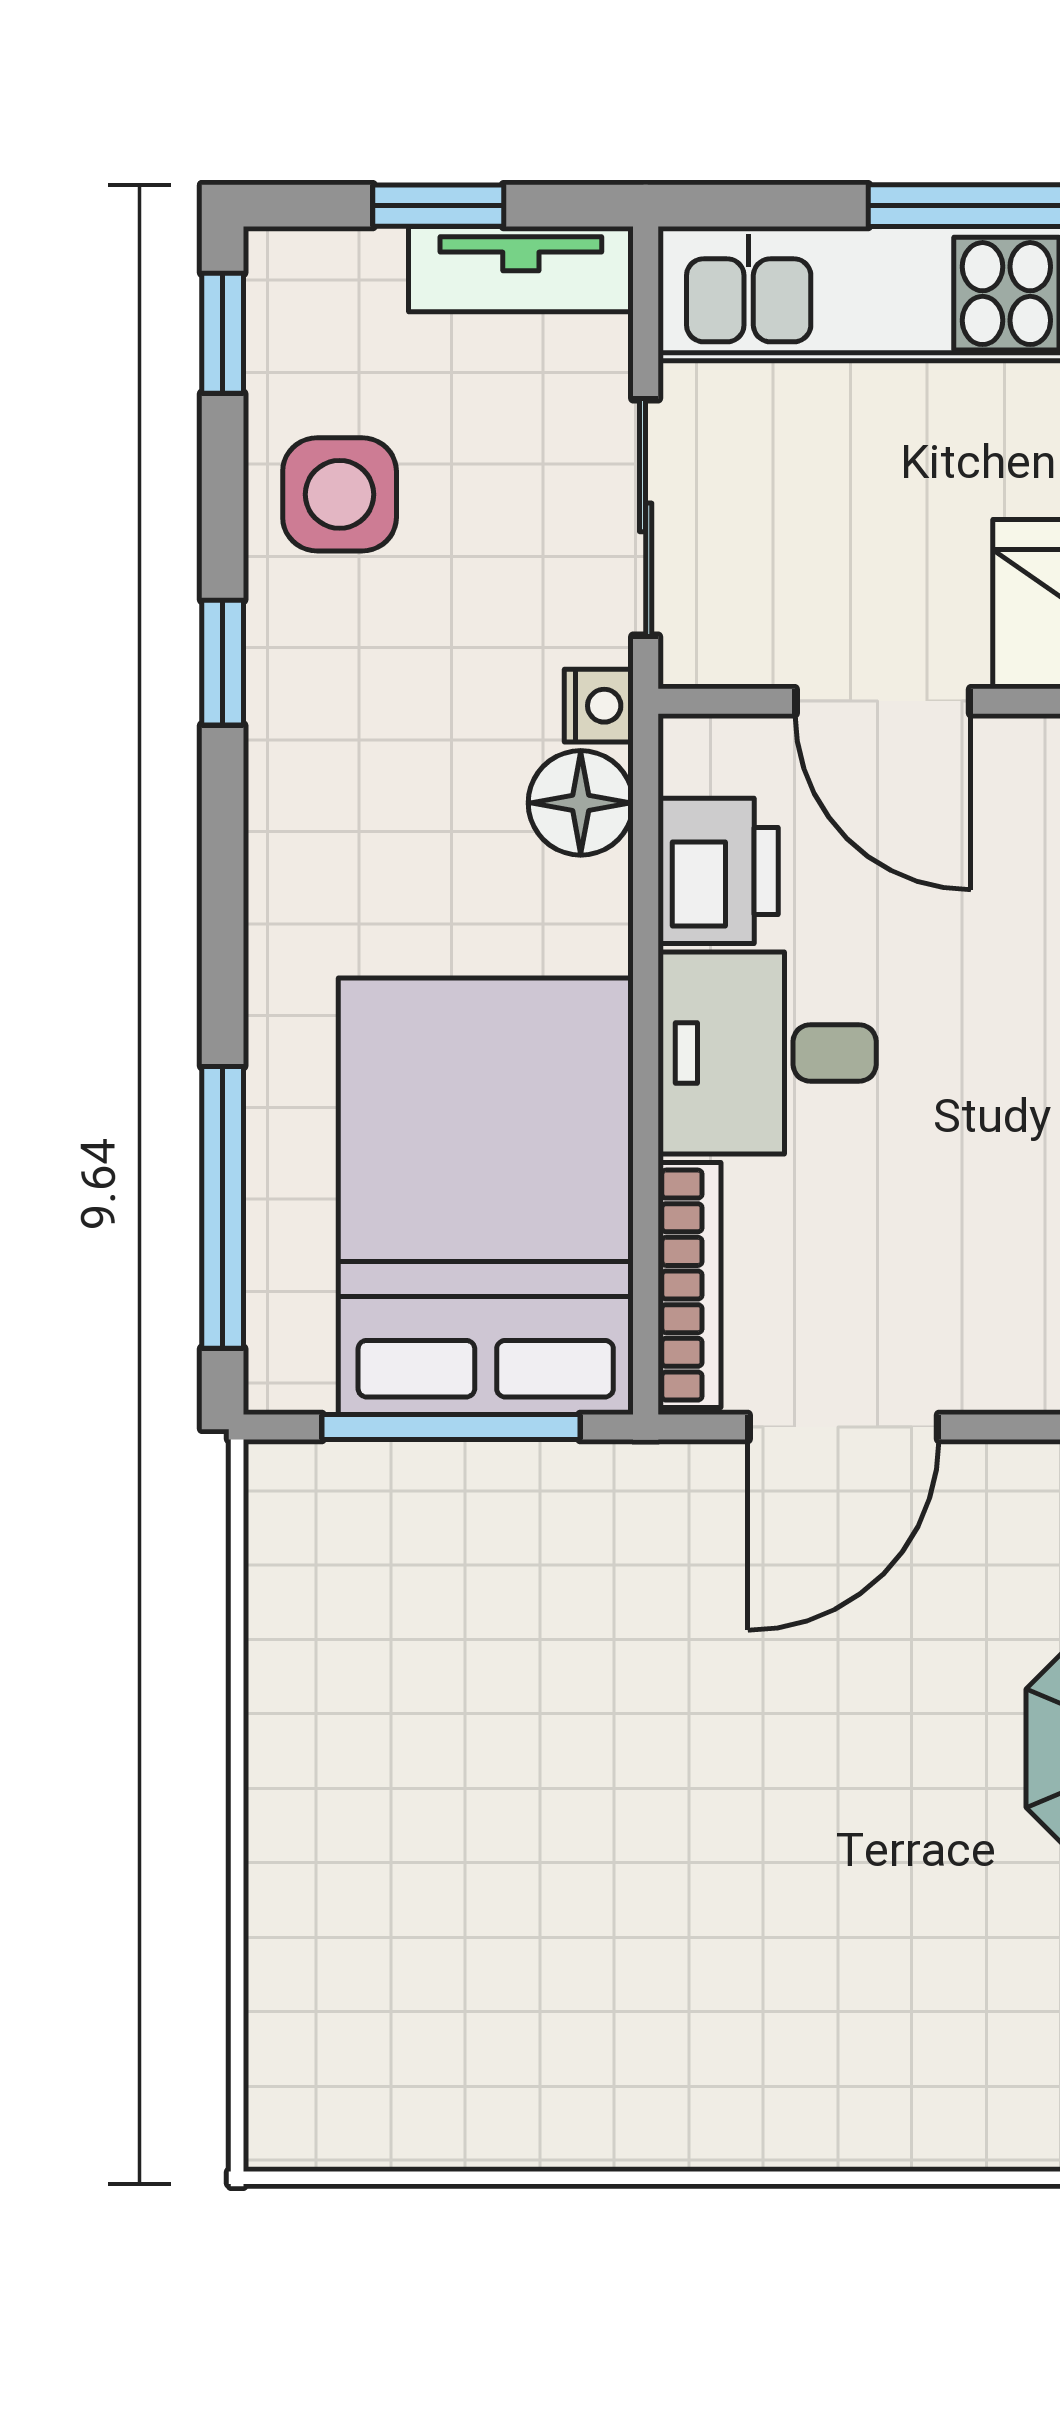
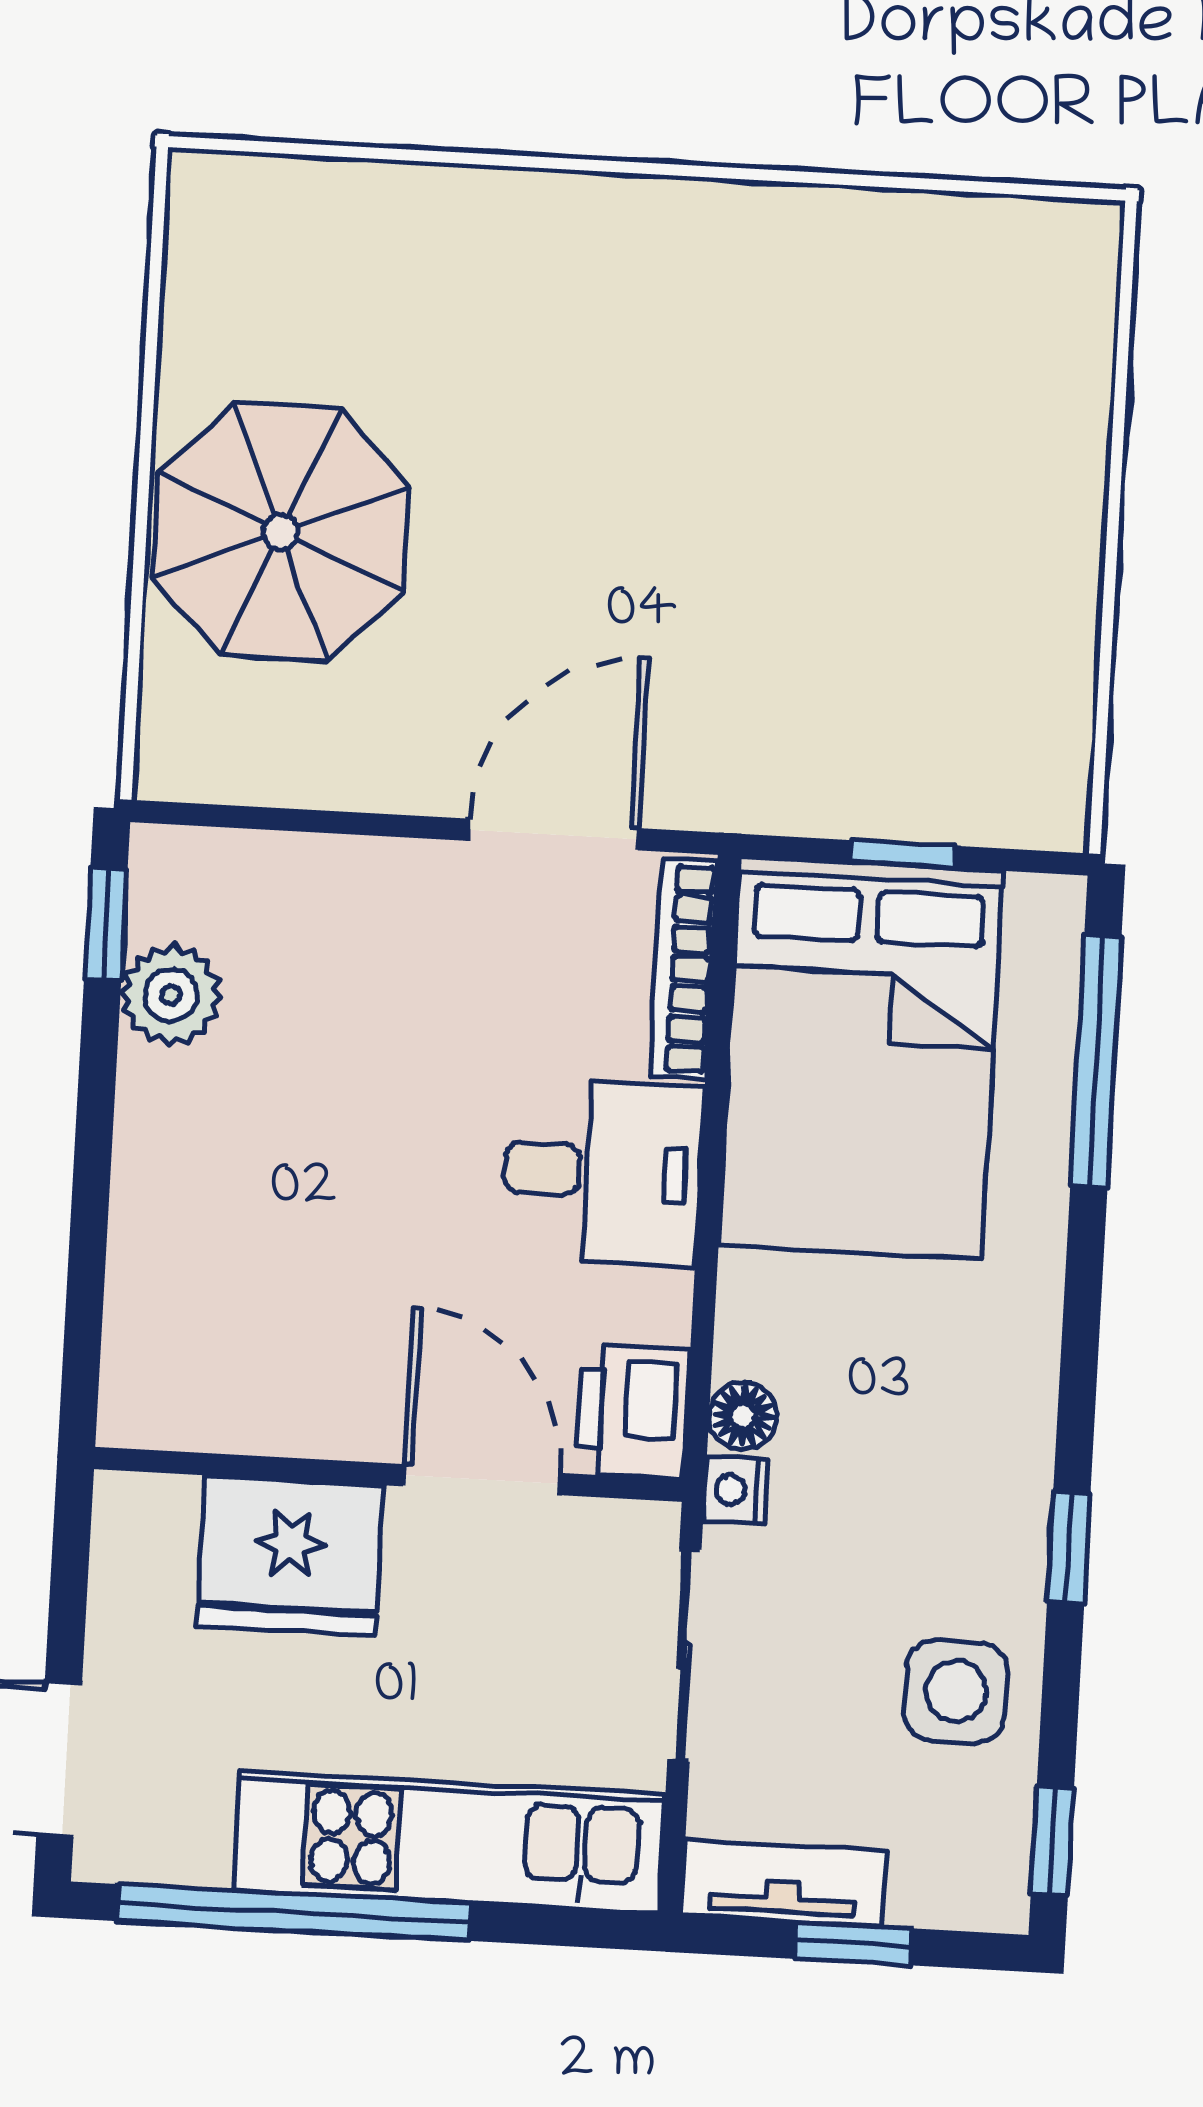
floor lamp: (581, 803) -> (743, 1416), width x0.73, depth x0.73
printer: (718, 871) -> (633, 1411), moved
window: (451, 1427) -> (903, 854), width x0.46

